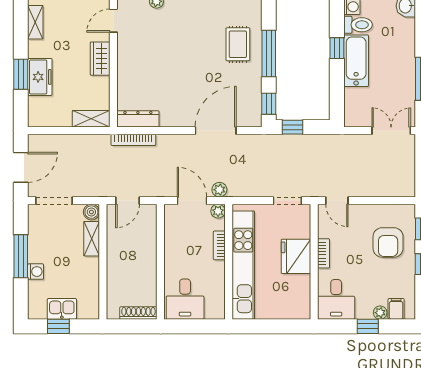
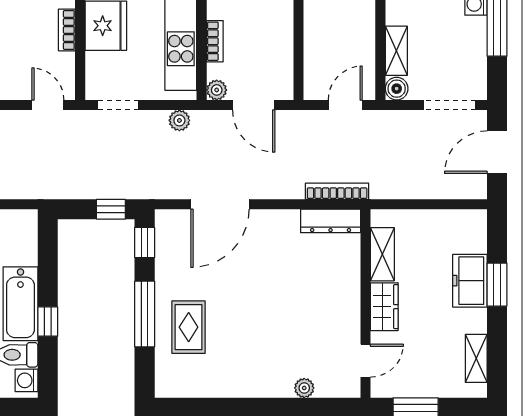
shelving: (91, 119) -> (382, 254), moved, turned 90
plant: (219, 190) -> (179, 120), moved

